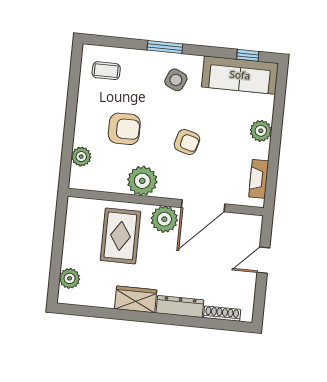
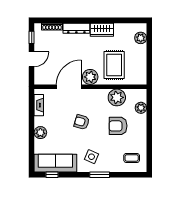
plant: (142, 181) -> (117, 97), moved
window: (260, 298) -> (32, 37), added

